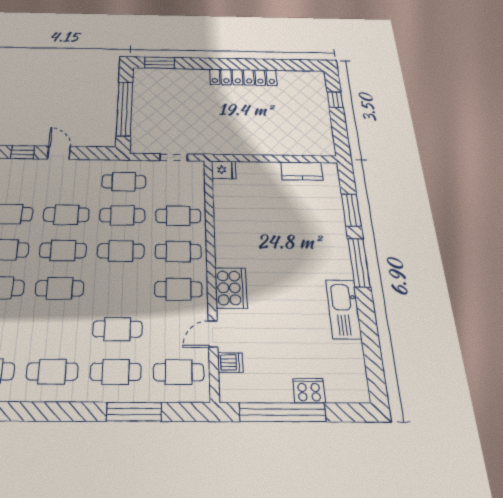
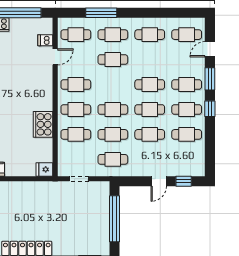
door: (59, 153) -> (159, 181), hinge flipped
cooker: (231, 288) -> (43, 124), moved

